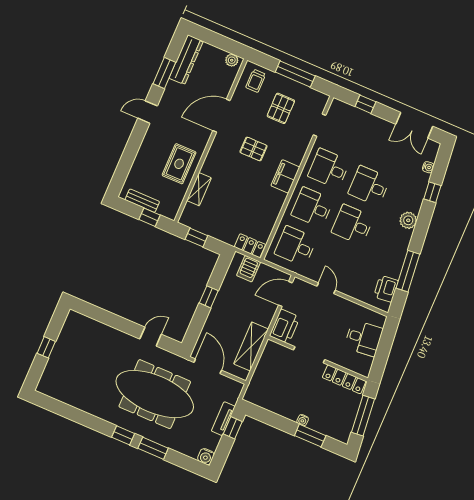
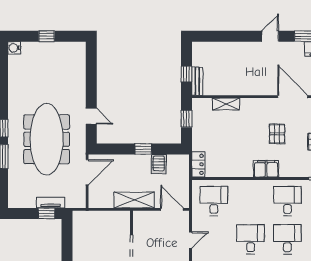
door: (148, 112) -> (270, 36), hinge flipped
rug: (179, 164) -> (240, 79), removed
bench: (142, 201) -> (197, 81), moved
desk: (312, 207) -> (251, 201), removed
server rack: (248, 269) -> (159, 164), moved, turned -90
printer: (285, 326) -> (146, 220), removed
shelving: (251, 346) -> (134, 200), moved
water cooler: (206, 457) -> (14, 48), moved

